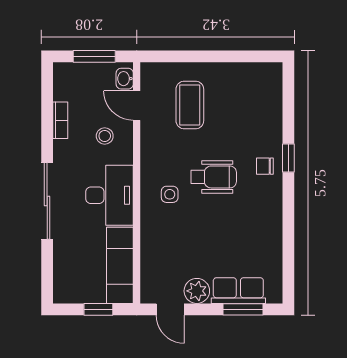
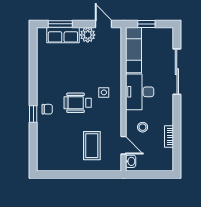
window: (94, 56) -> (149, 175), removed
sliding door: (47, 201) -> (177, 72), moved

